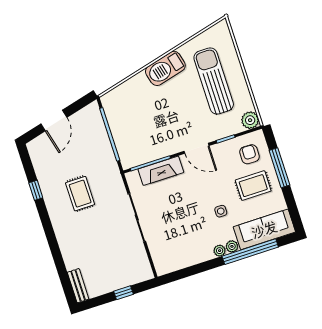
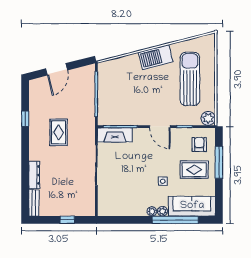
fireplace: (161, 171) -> (115, 135), moved
dresser: (68, 253) -> (34, 175), added

